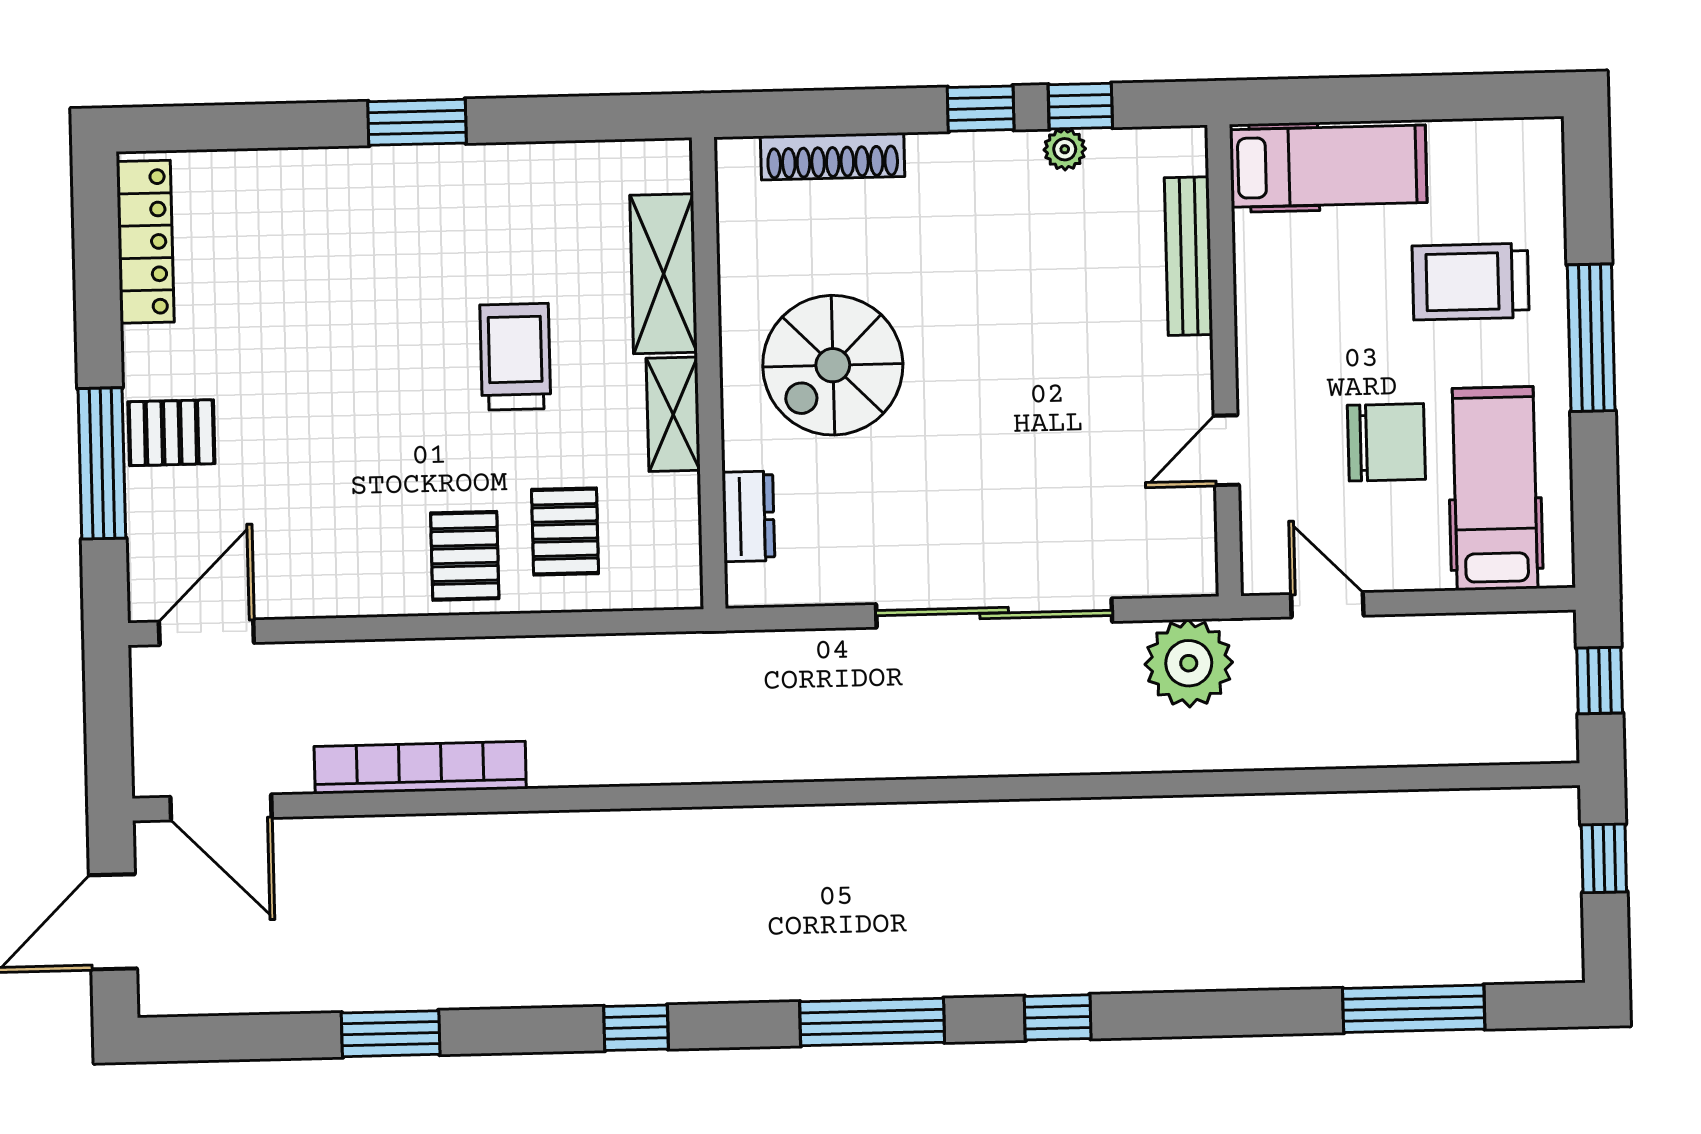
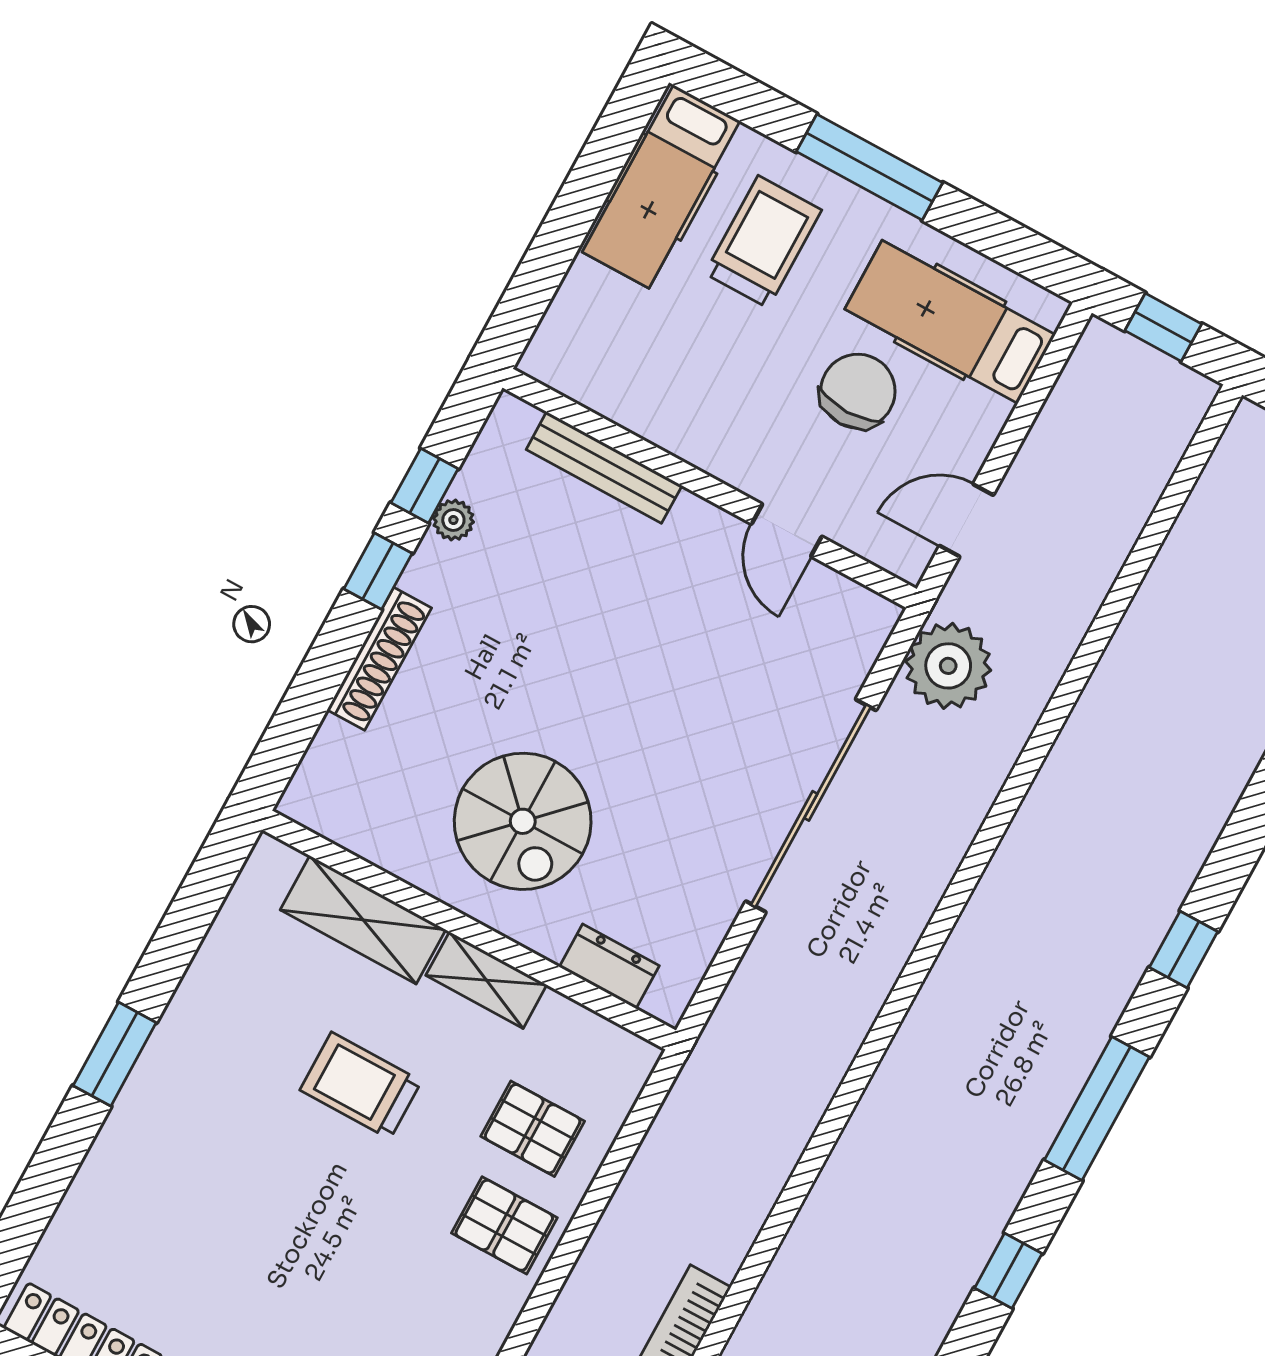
shoe rack: (833, 156) -> (379, 659), moved
hospital bed: (1328, 166) -> (661, 187), moved, turned 180
trolley: (1471, 282) -> (763, 242), turned 180
window: (636, 1028) -> (1008, 1271), moved

